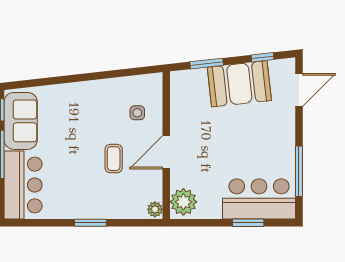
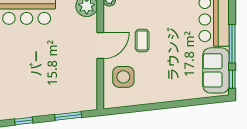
booth: (239, 84) -> (42, 100), removed
side table: (137, 113) -> (123, 77), width x1.87, depth x1.87

